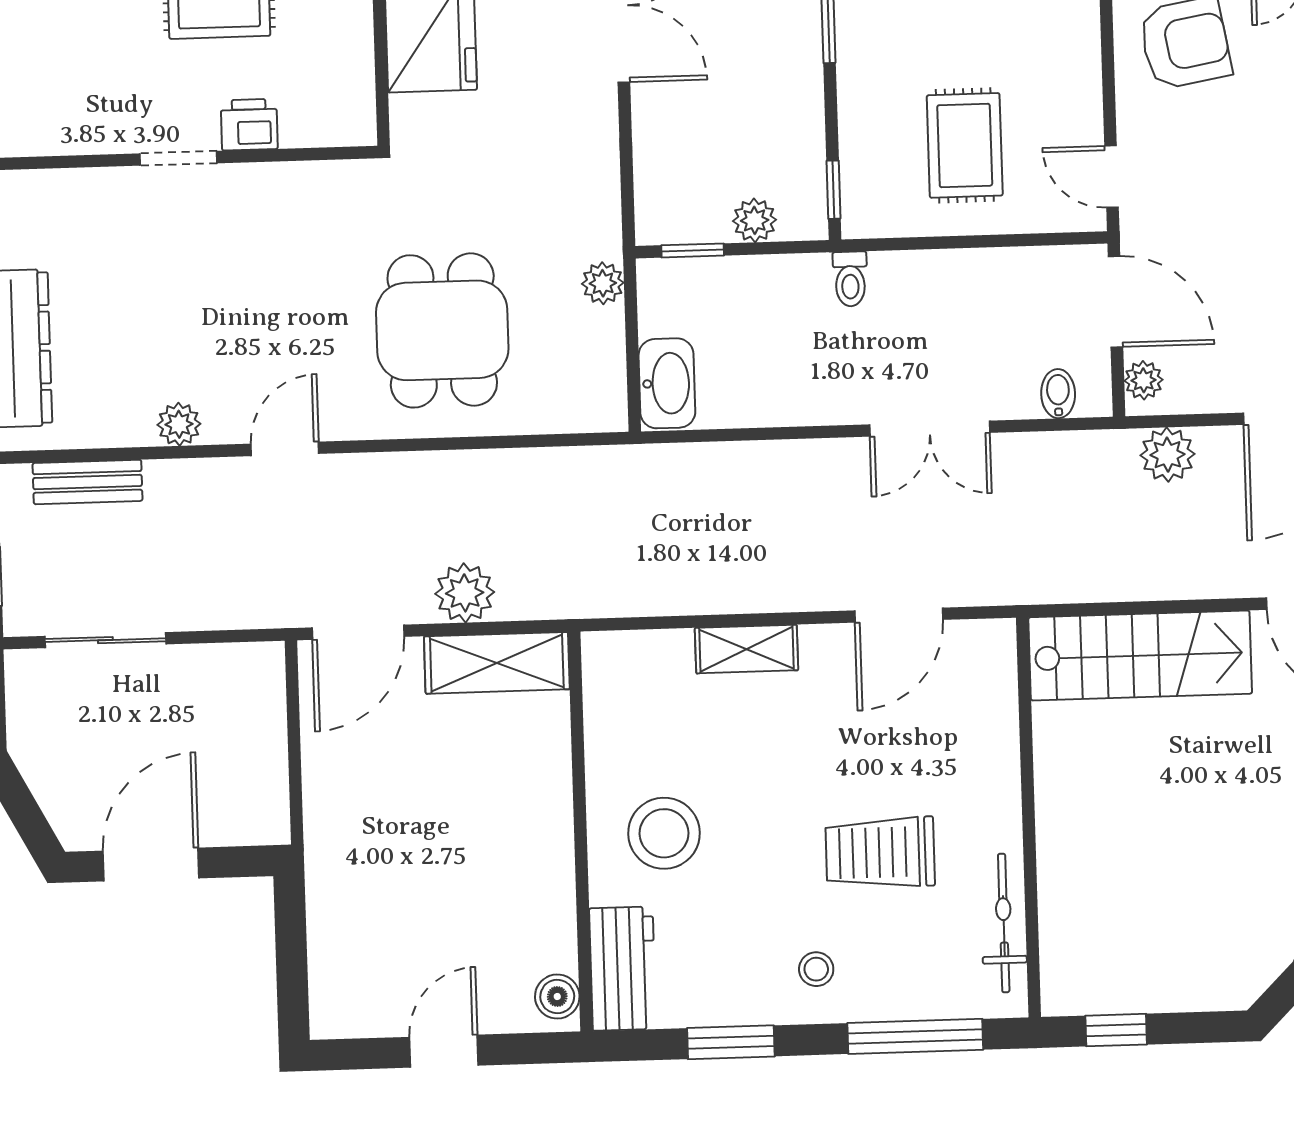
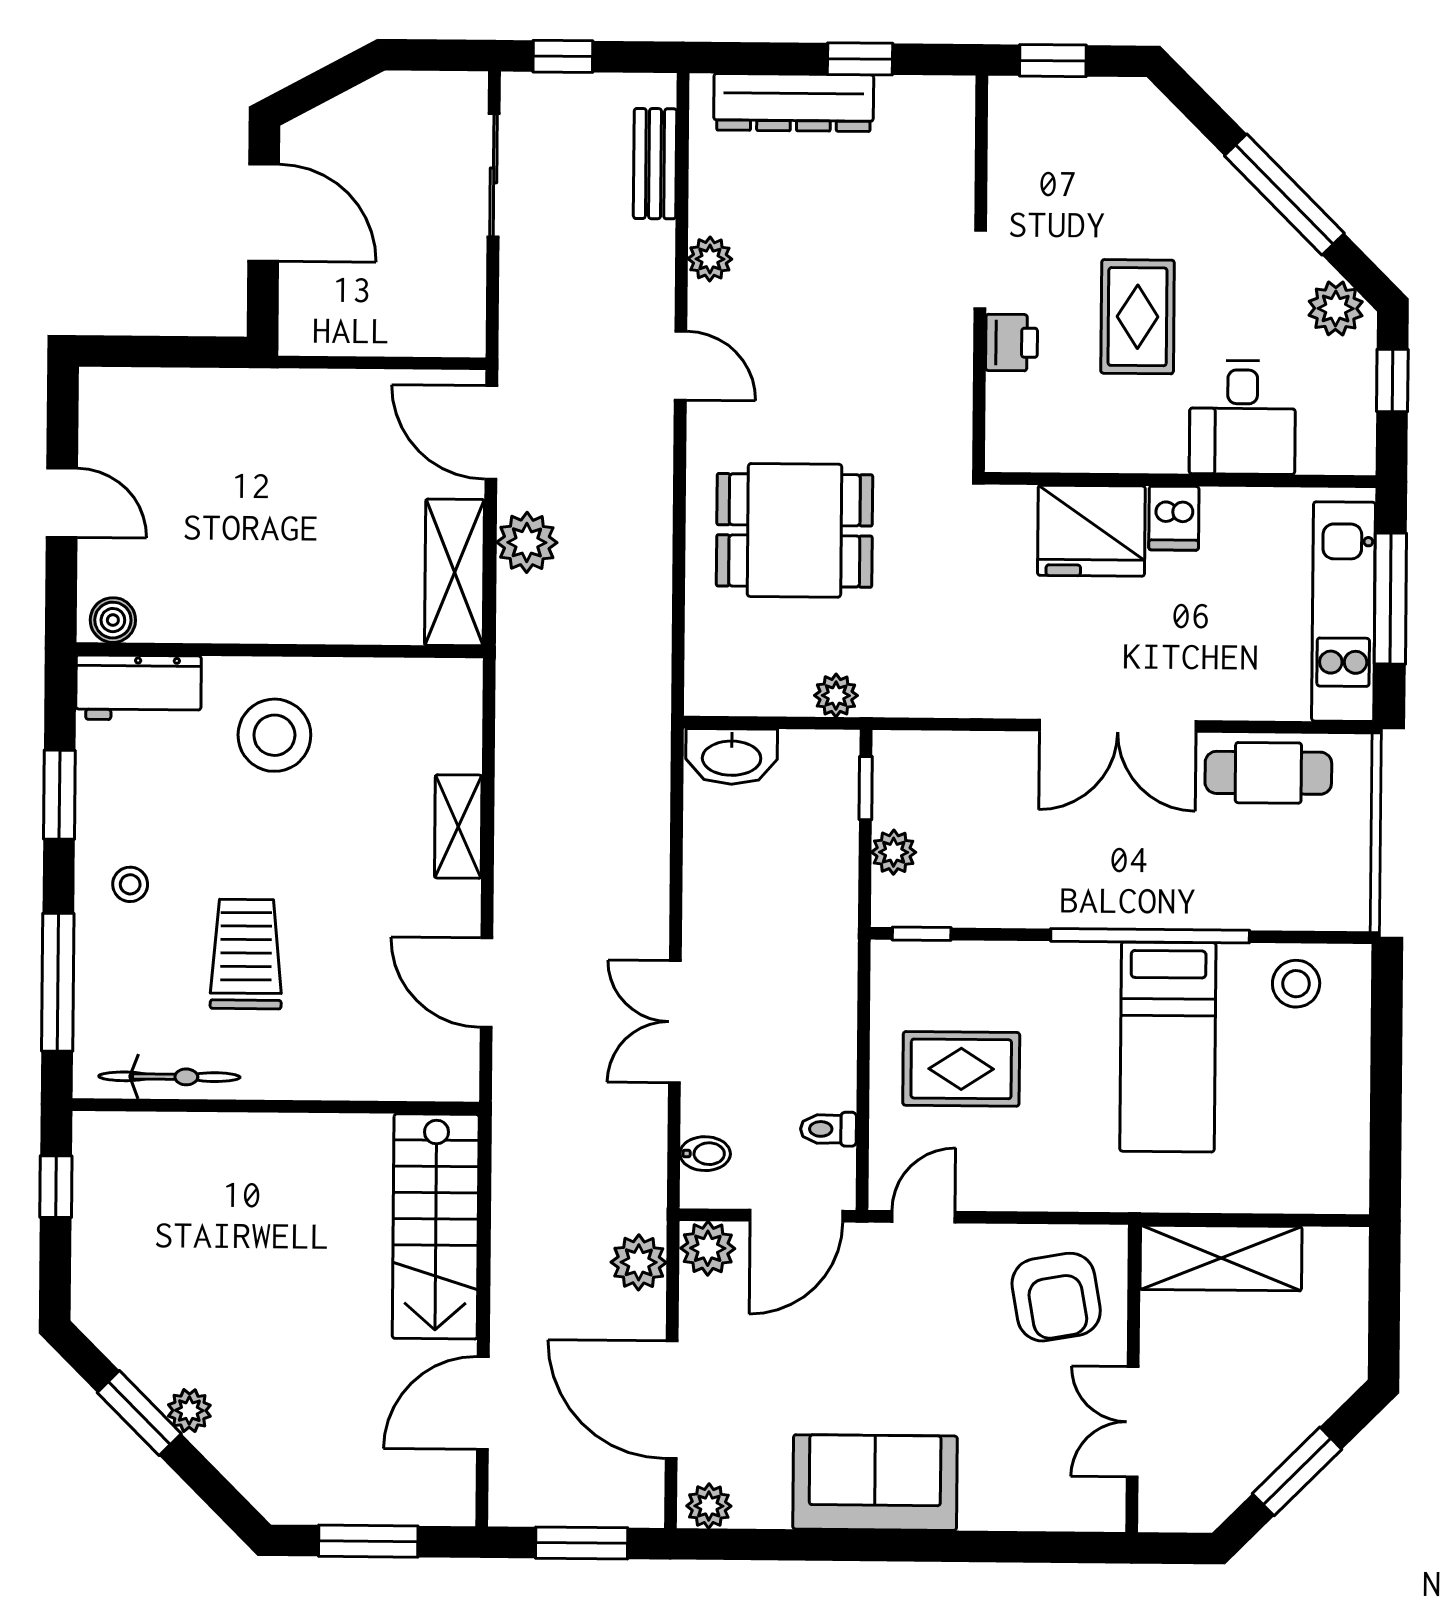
toilet: (850, 279) -> (829, 1129), moved
plant: (1143, 380) -> (708, 1248), width x1.38, depth x1.38

